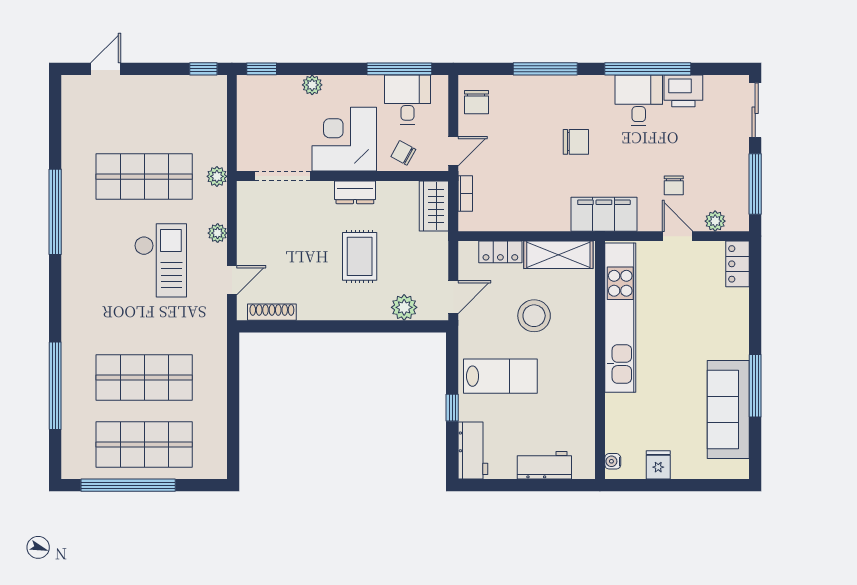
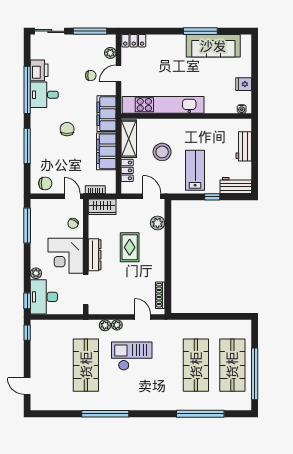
desk: (407, 100) -> (44, 297), moved, width x1.37
plant: (217, 176) -> (105, 325), moved
dresser: (355, 192) -> (95, 255), width x1.44
filing cabinet: (535, 214) -> (106, 151), added
rug: (360, 256) -> (130, 247), turned 90

